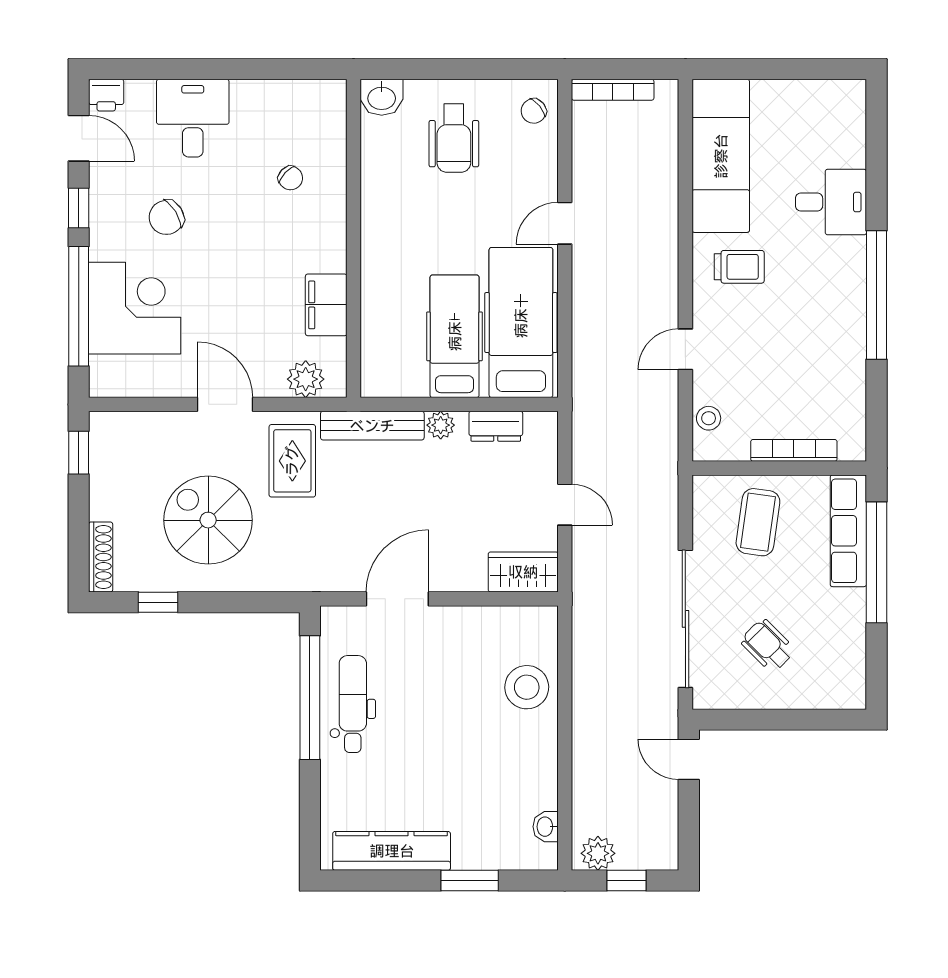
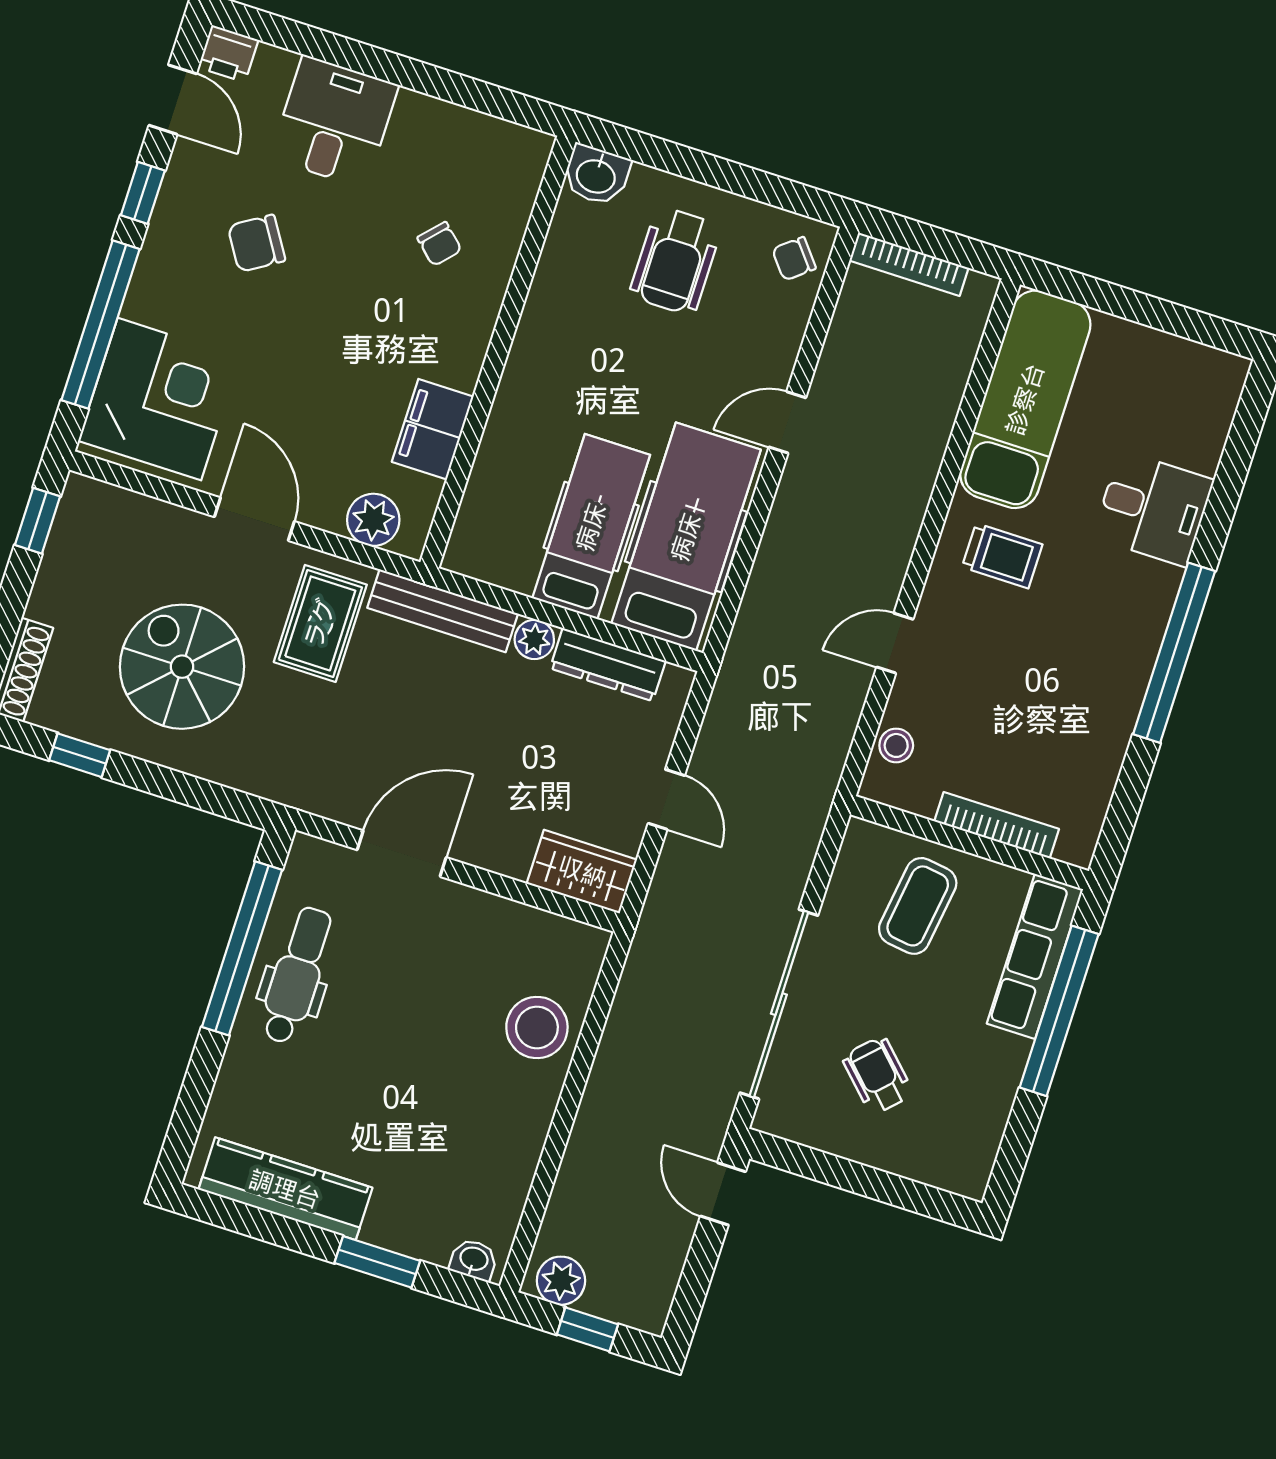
corner desk: (135, 308) -> (159, 399), moved
dresser: (496, 426) -> (608, 665), width x1.44
washbasin: (546, 827) -> (474, 1260), moved, turned 90

